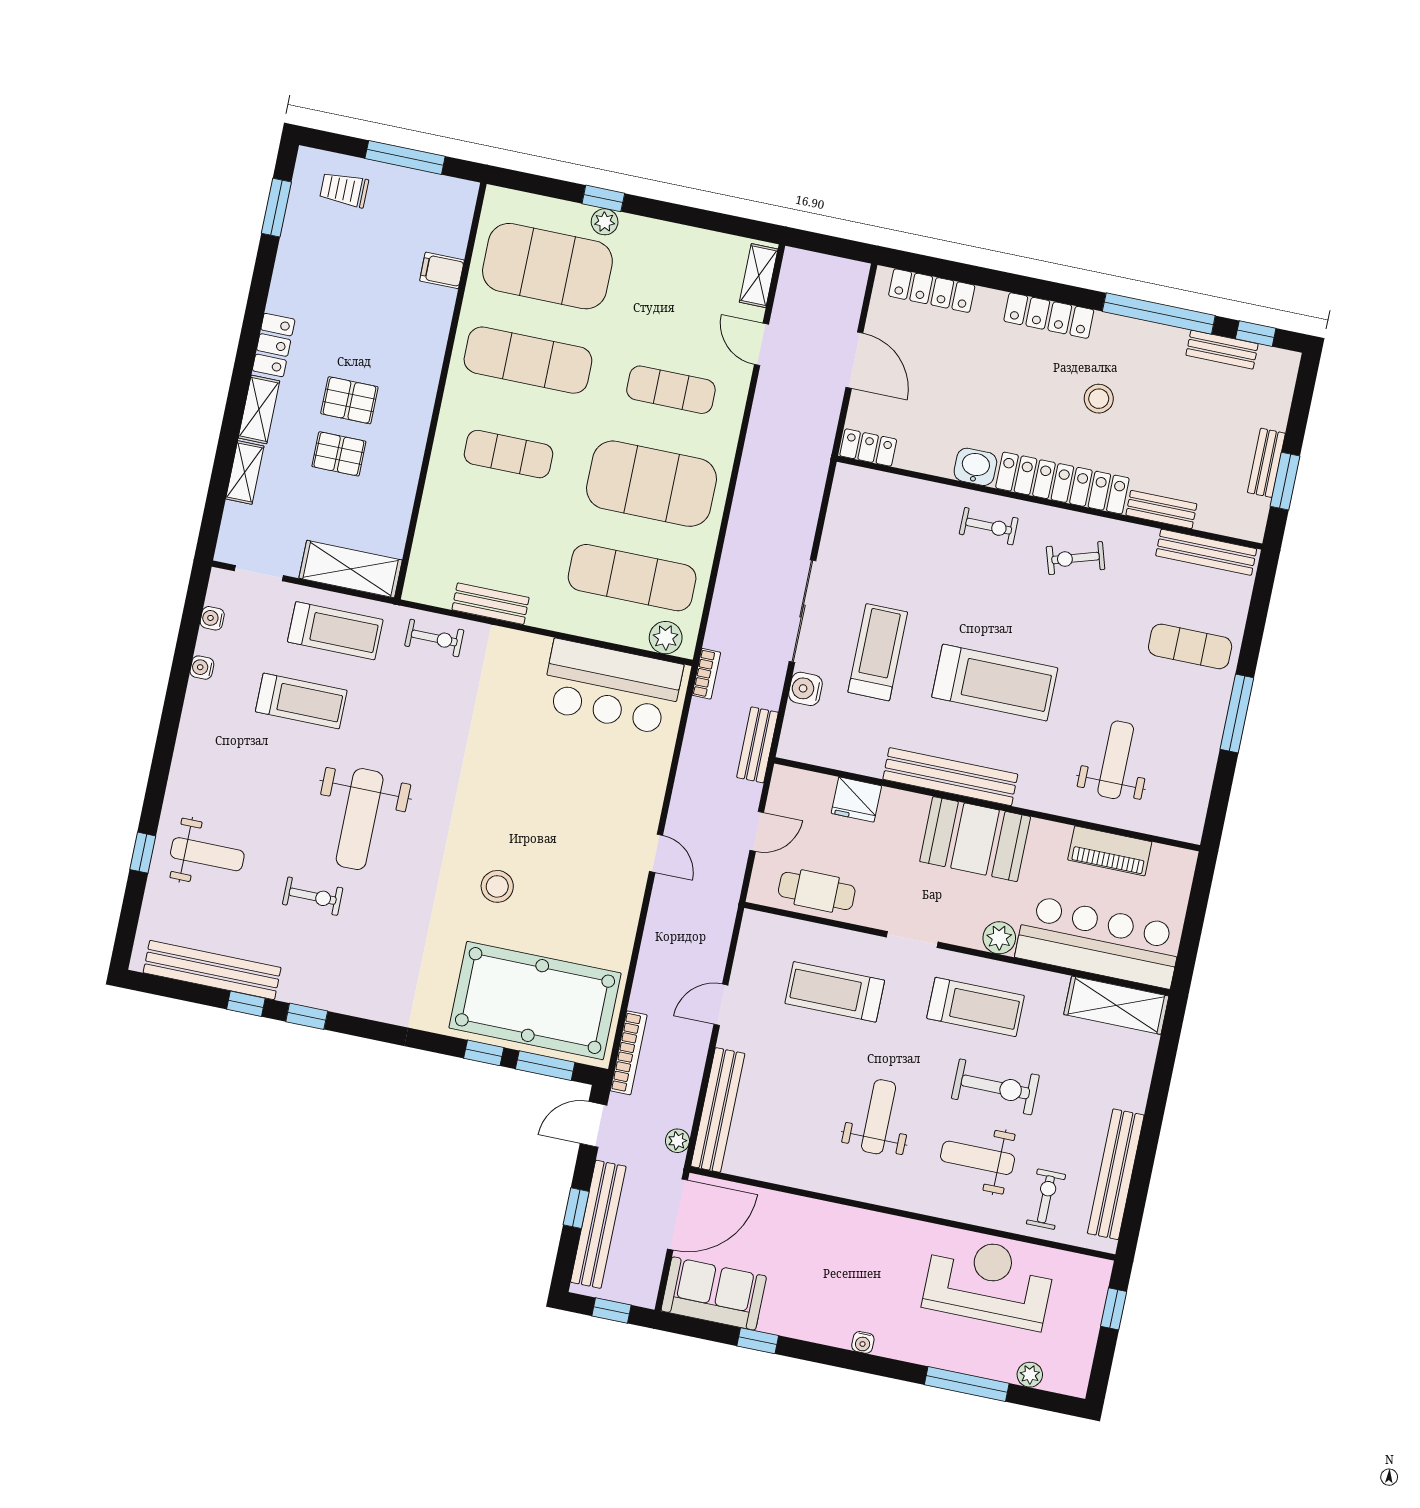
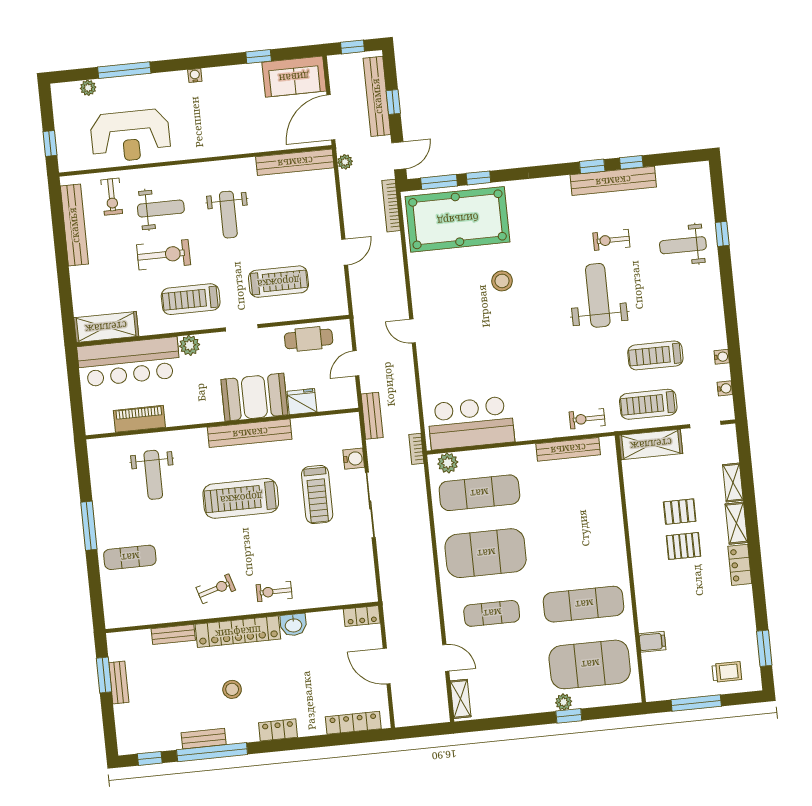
locker: (1049, 316) -> (278, 730), width x0.66
bench: (1222, 350) -> (204, 739), moved
exercise mat: (509, 454) -> (577, 544), removed
bench: (1206, 552) -> (138, 617), removed
bench: (491, 604) -> (568, 449), width x1.36
booth: (975, 839) -> (254, 397), moved
bench: (212, 970) -> (613, 181), moved
exercise bike: (995, 1087) -> (164, 255), turned 180
bench: (718, 1110) -> (295, 162), moved, turned 90

